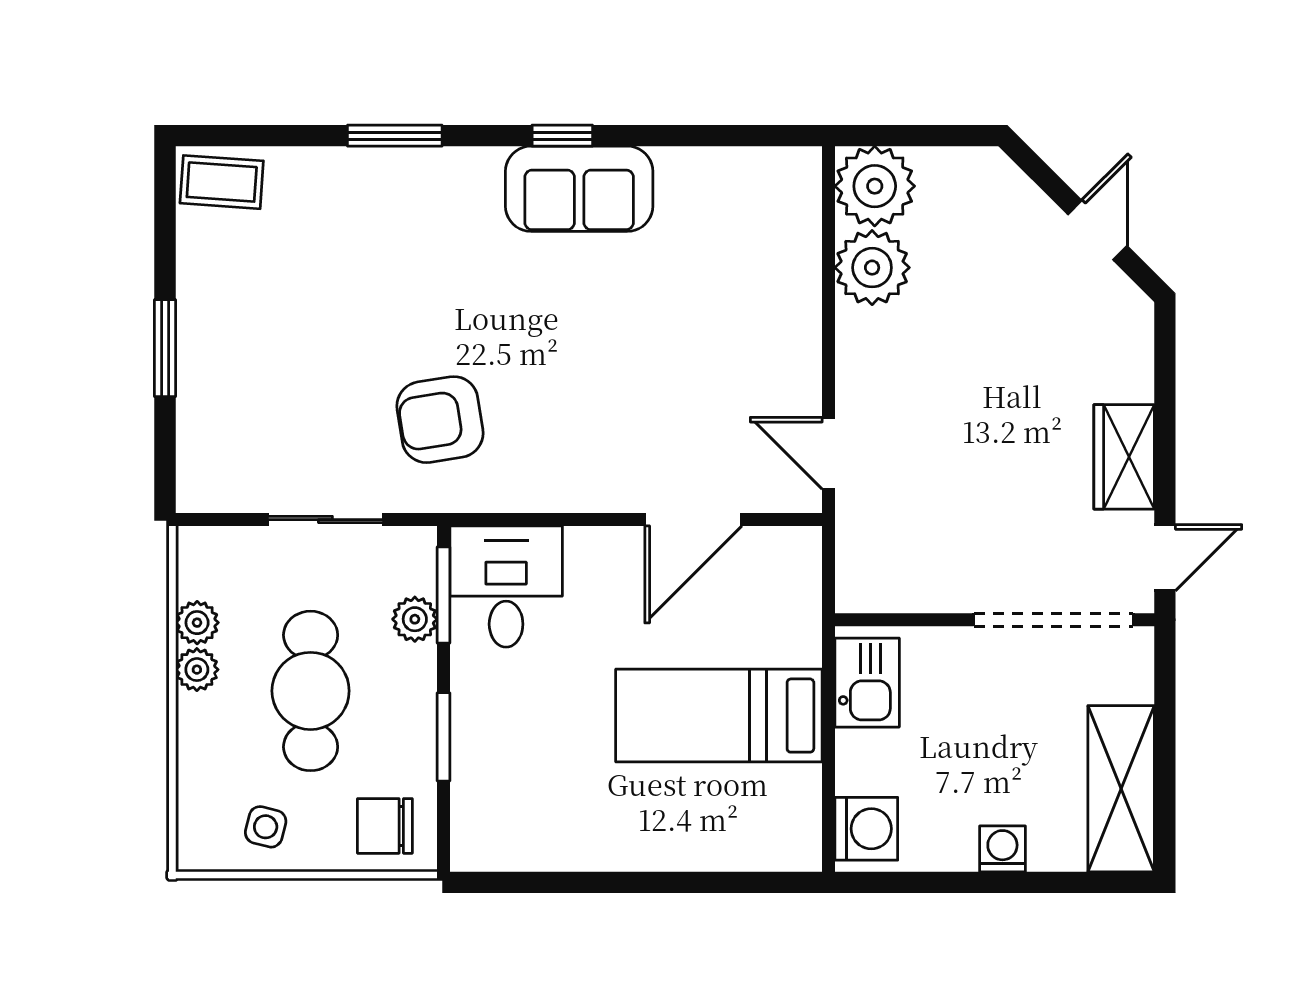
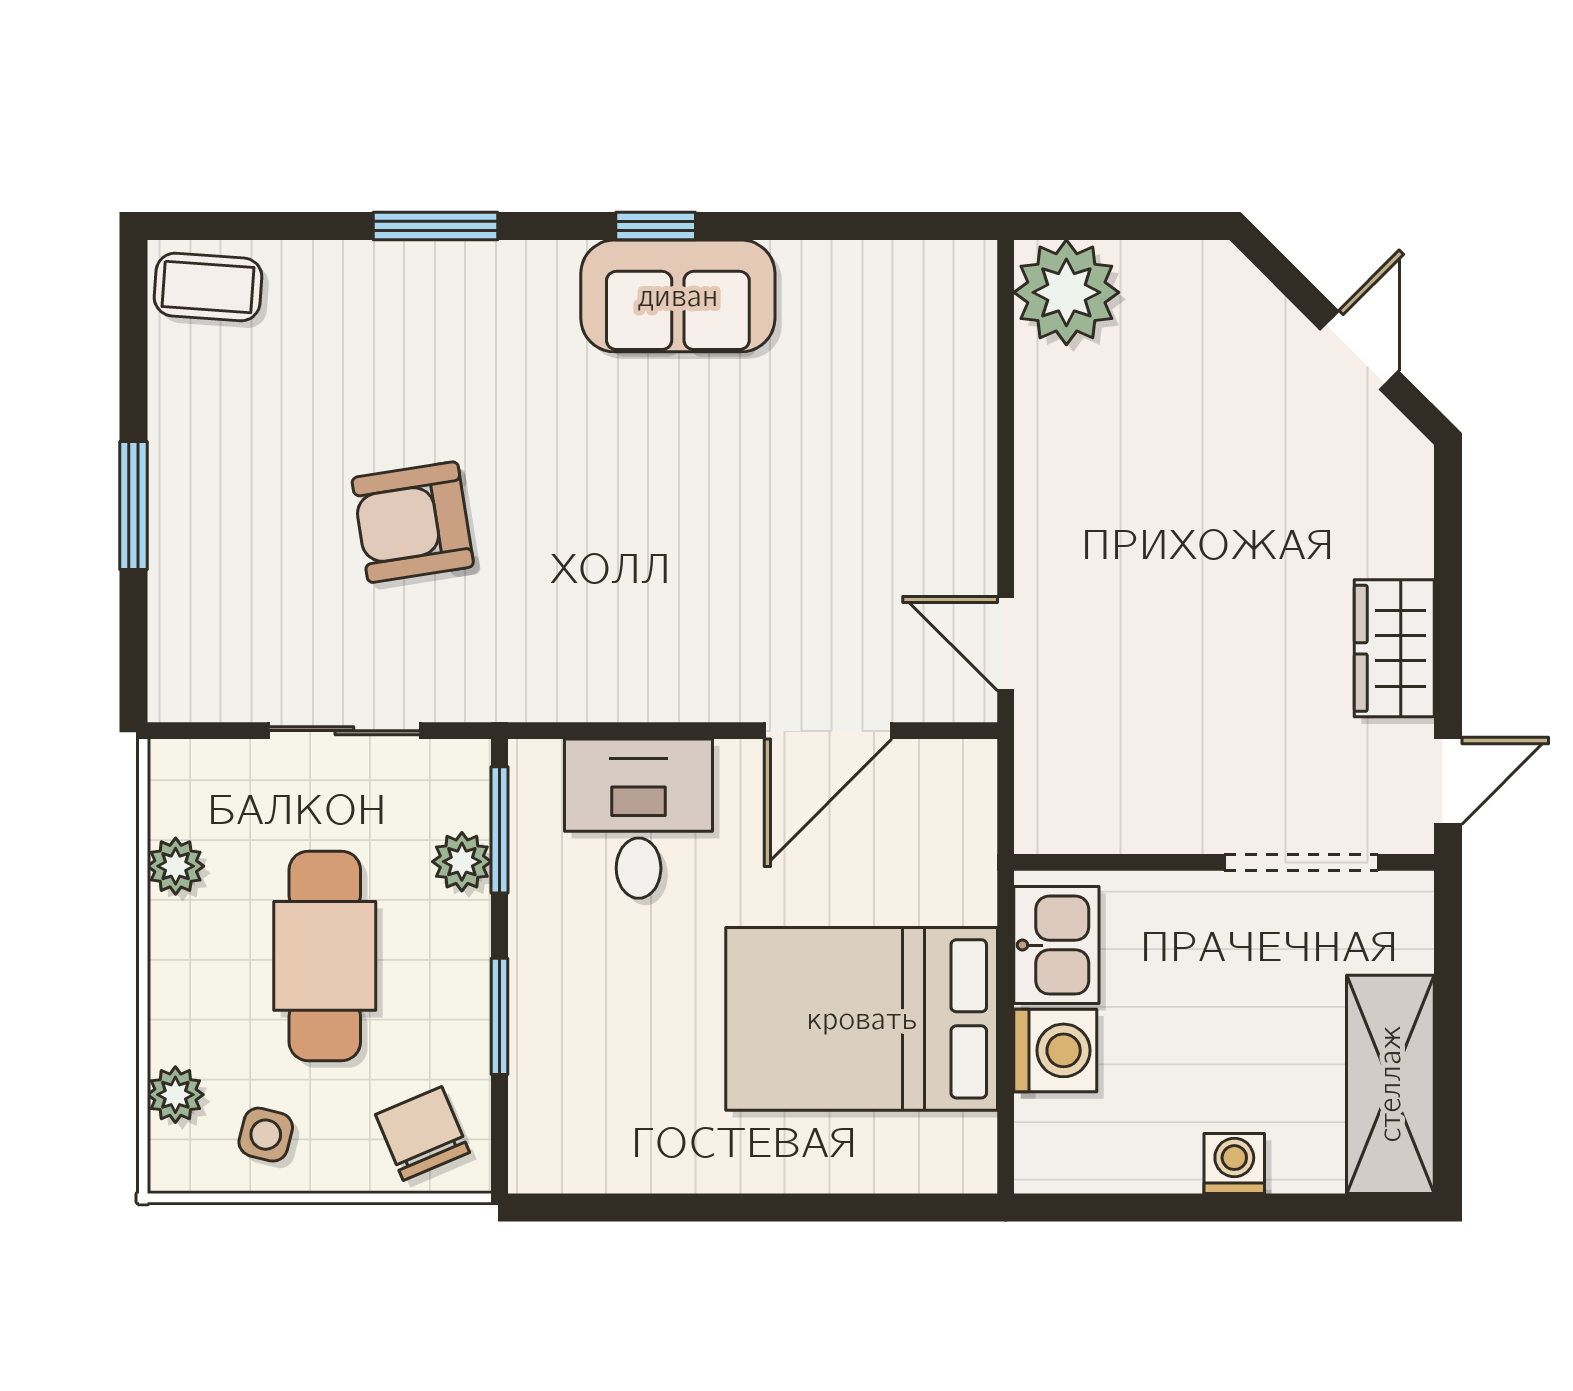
plant: (872, 268) -> (1063, 399), removed
armchair: (440, 420) -> (413, 522), moved
desk: (506, 587) -> (639, 819), moved
doorway: (1053, 620) -> (1301, 862), width x0.73
plant: (197, 670) -> (175, 1095), moved
bed: (719, 716) -> (862, 1019), width x1.50
chair: (385, 826) -> (423, 1133), turned 67
washing machine: (866, 829) -> (1055, 1050), moved

